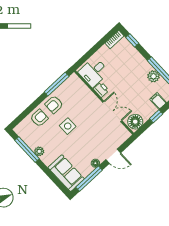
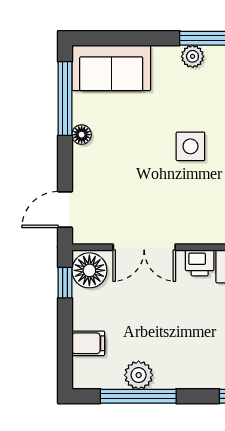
window: (156, 116) -> (65, 283), moved
door: (113, 156) -> (65, 210), moved

